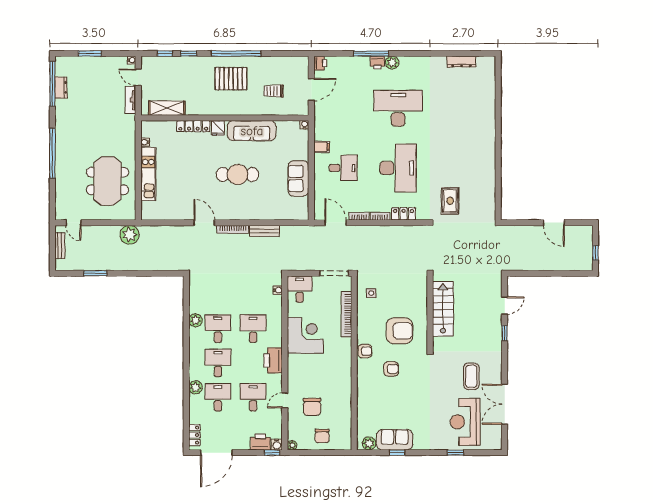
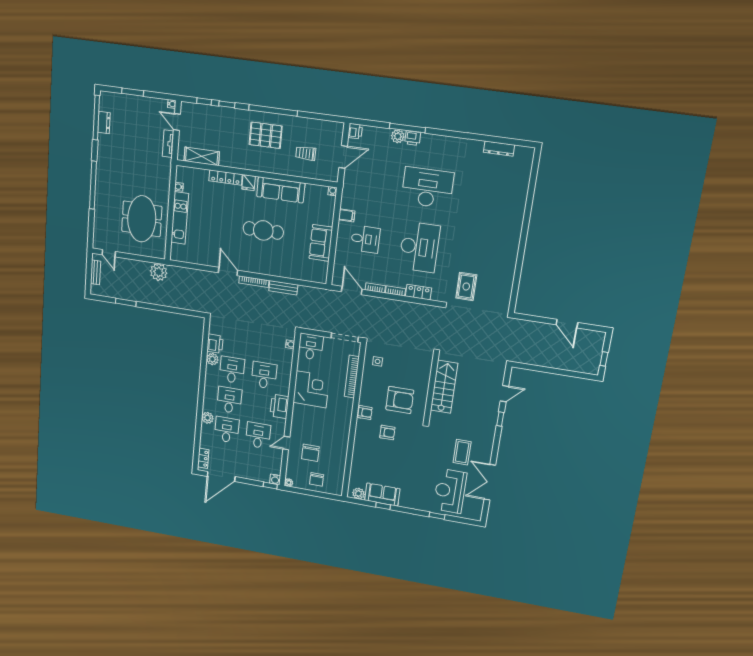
plant: (392, 63) -> (398, 136), moved
printer: (260, 442) -> (215, 344), moved, turned 90

